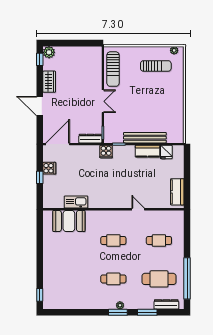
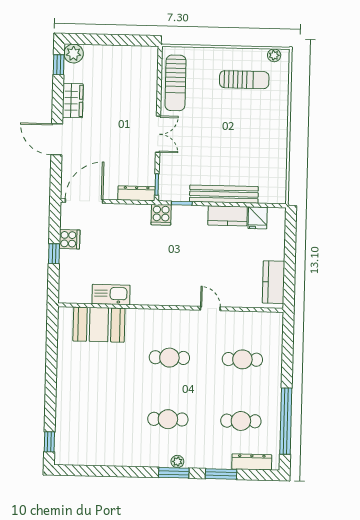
cafe table: (159, 279) -> (241, 421), width x0.73, depth x0.74

